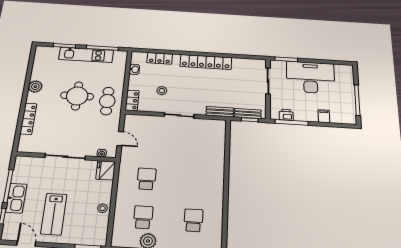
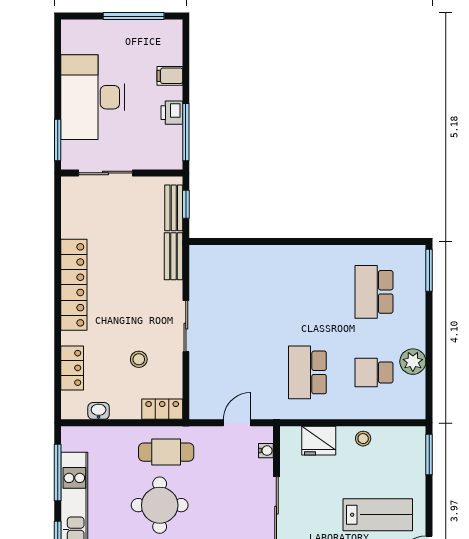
printer: (286, 115) -> (172, 113), moved
fridge: (106, 170) -> (319, 441), moved
school desk: (147, 179) -> (307, 372), width x1.85
school desk: (193, 220) -> (374, 292), width x1.85

